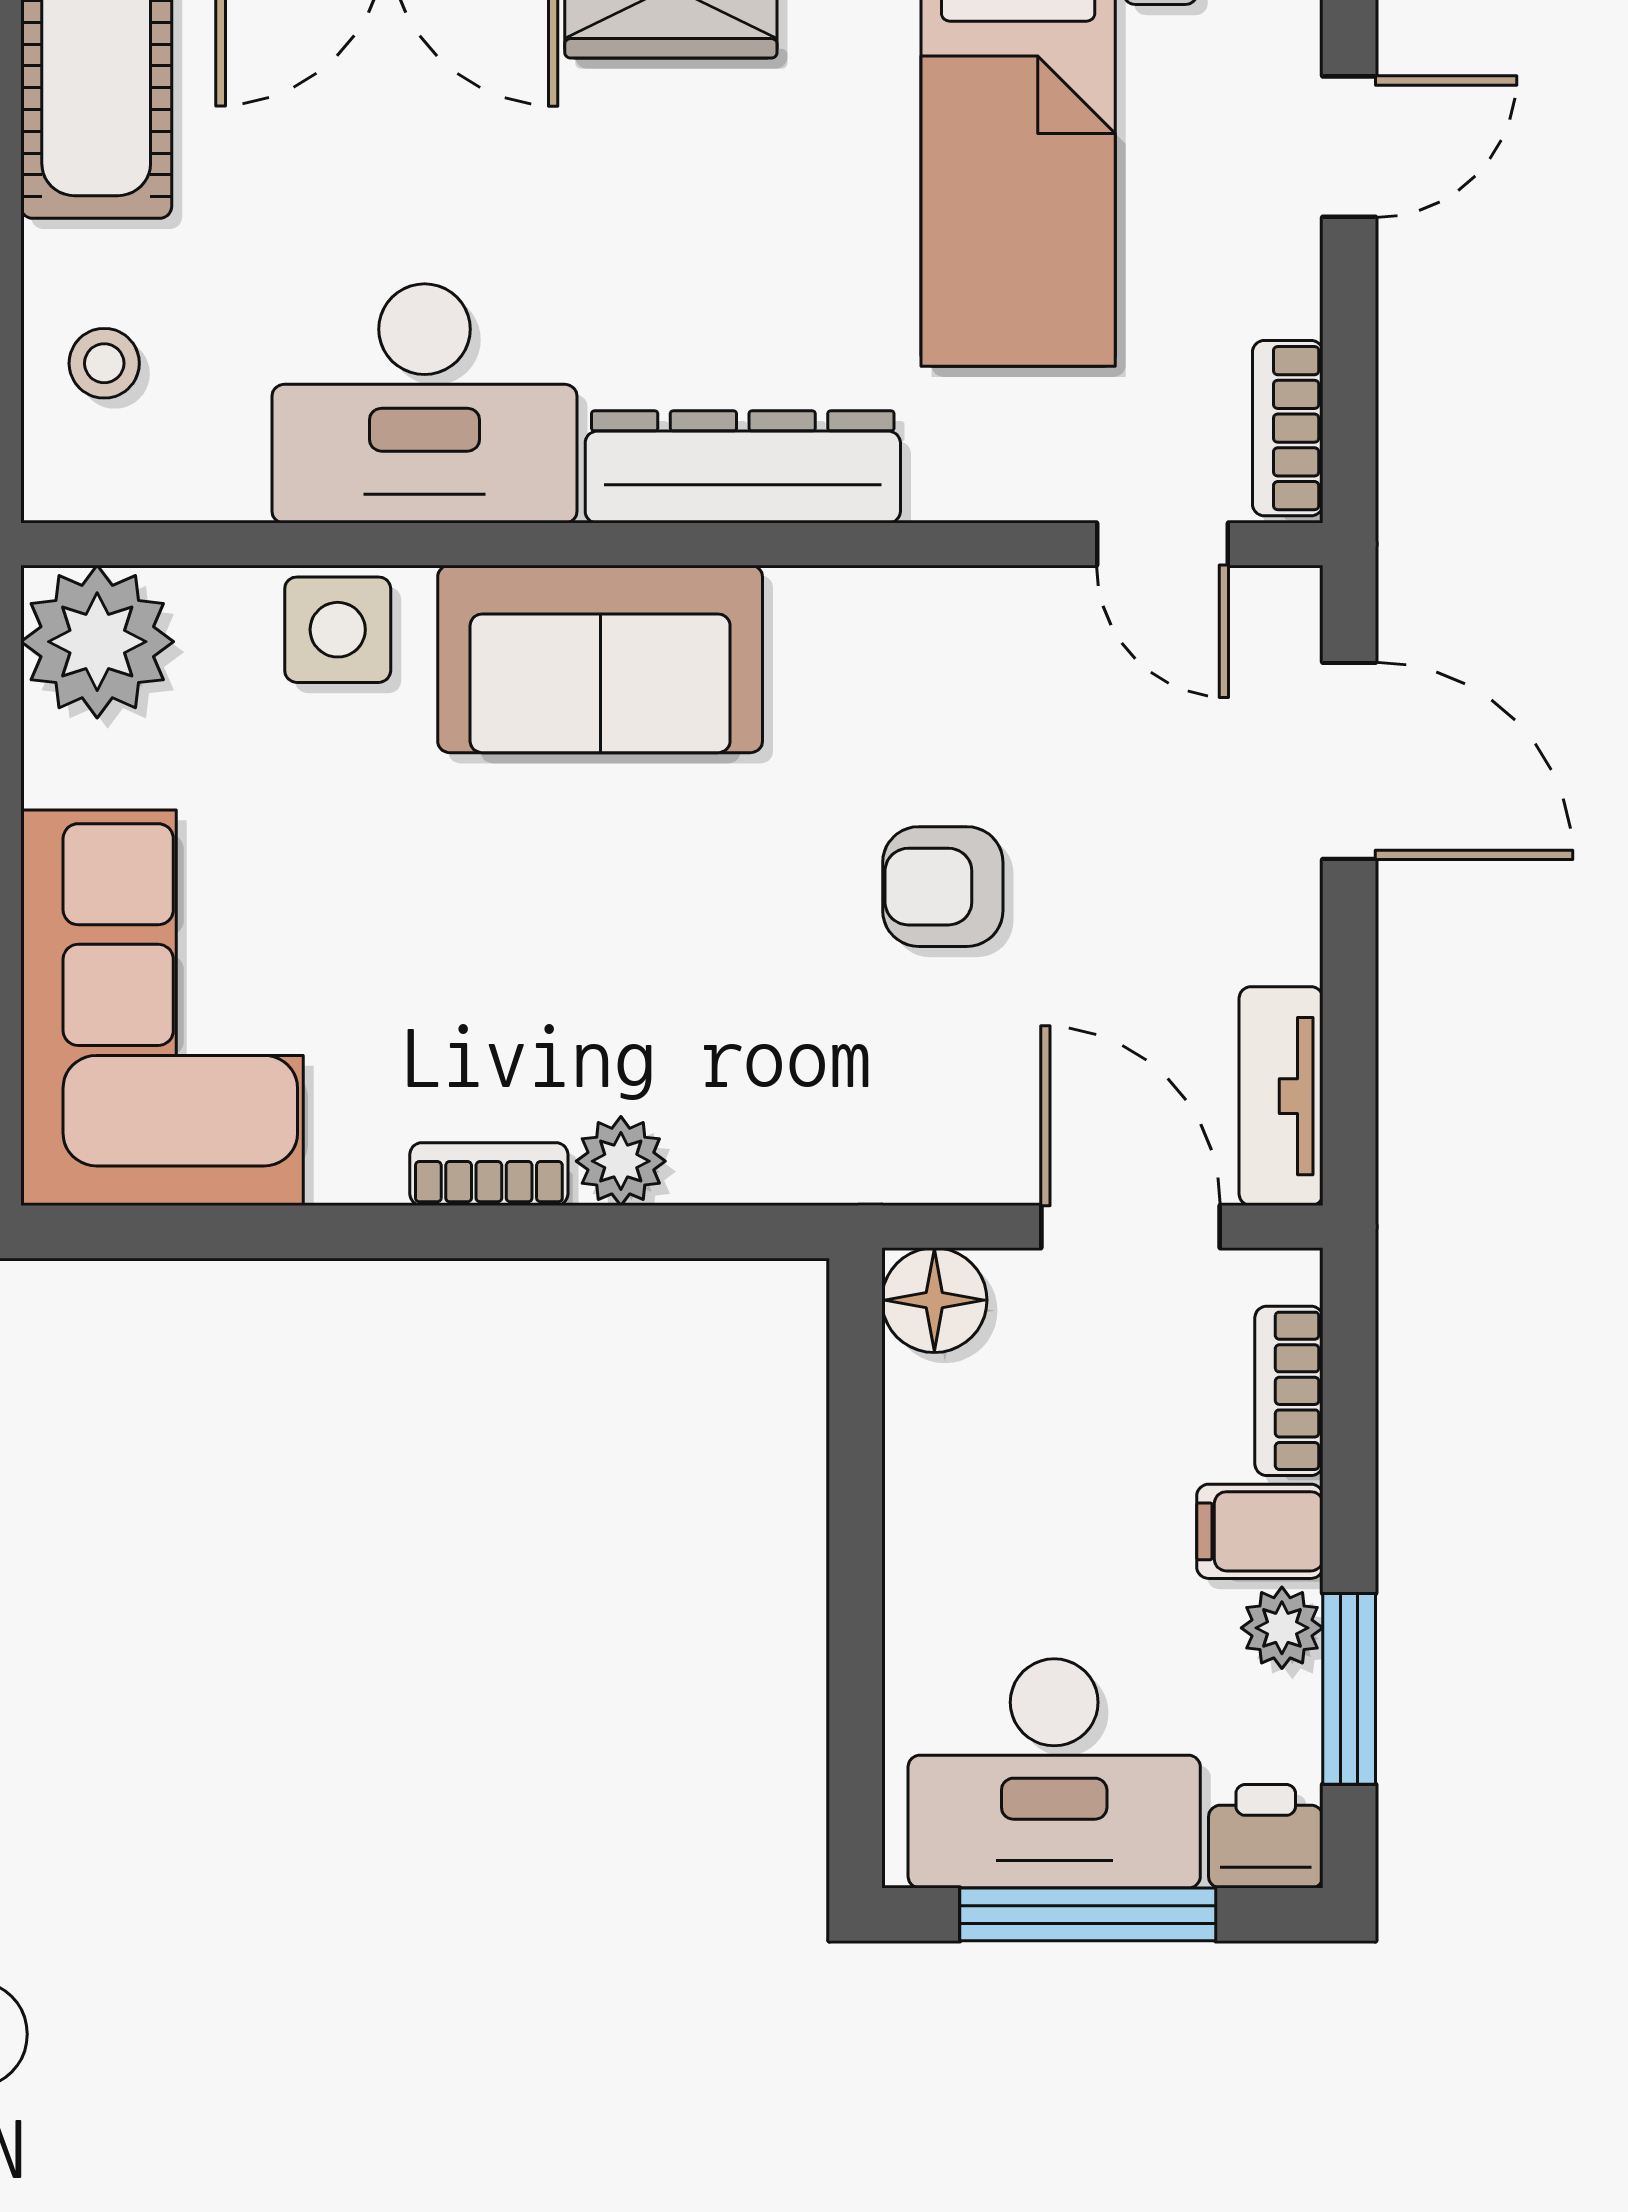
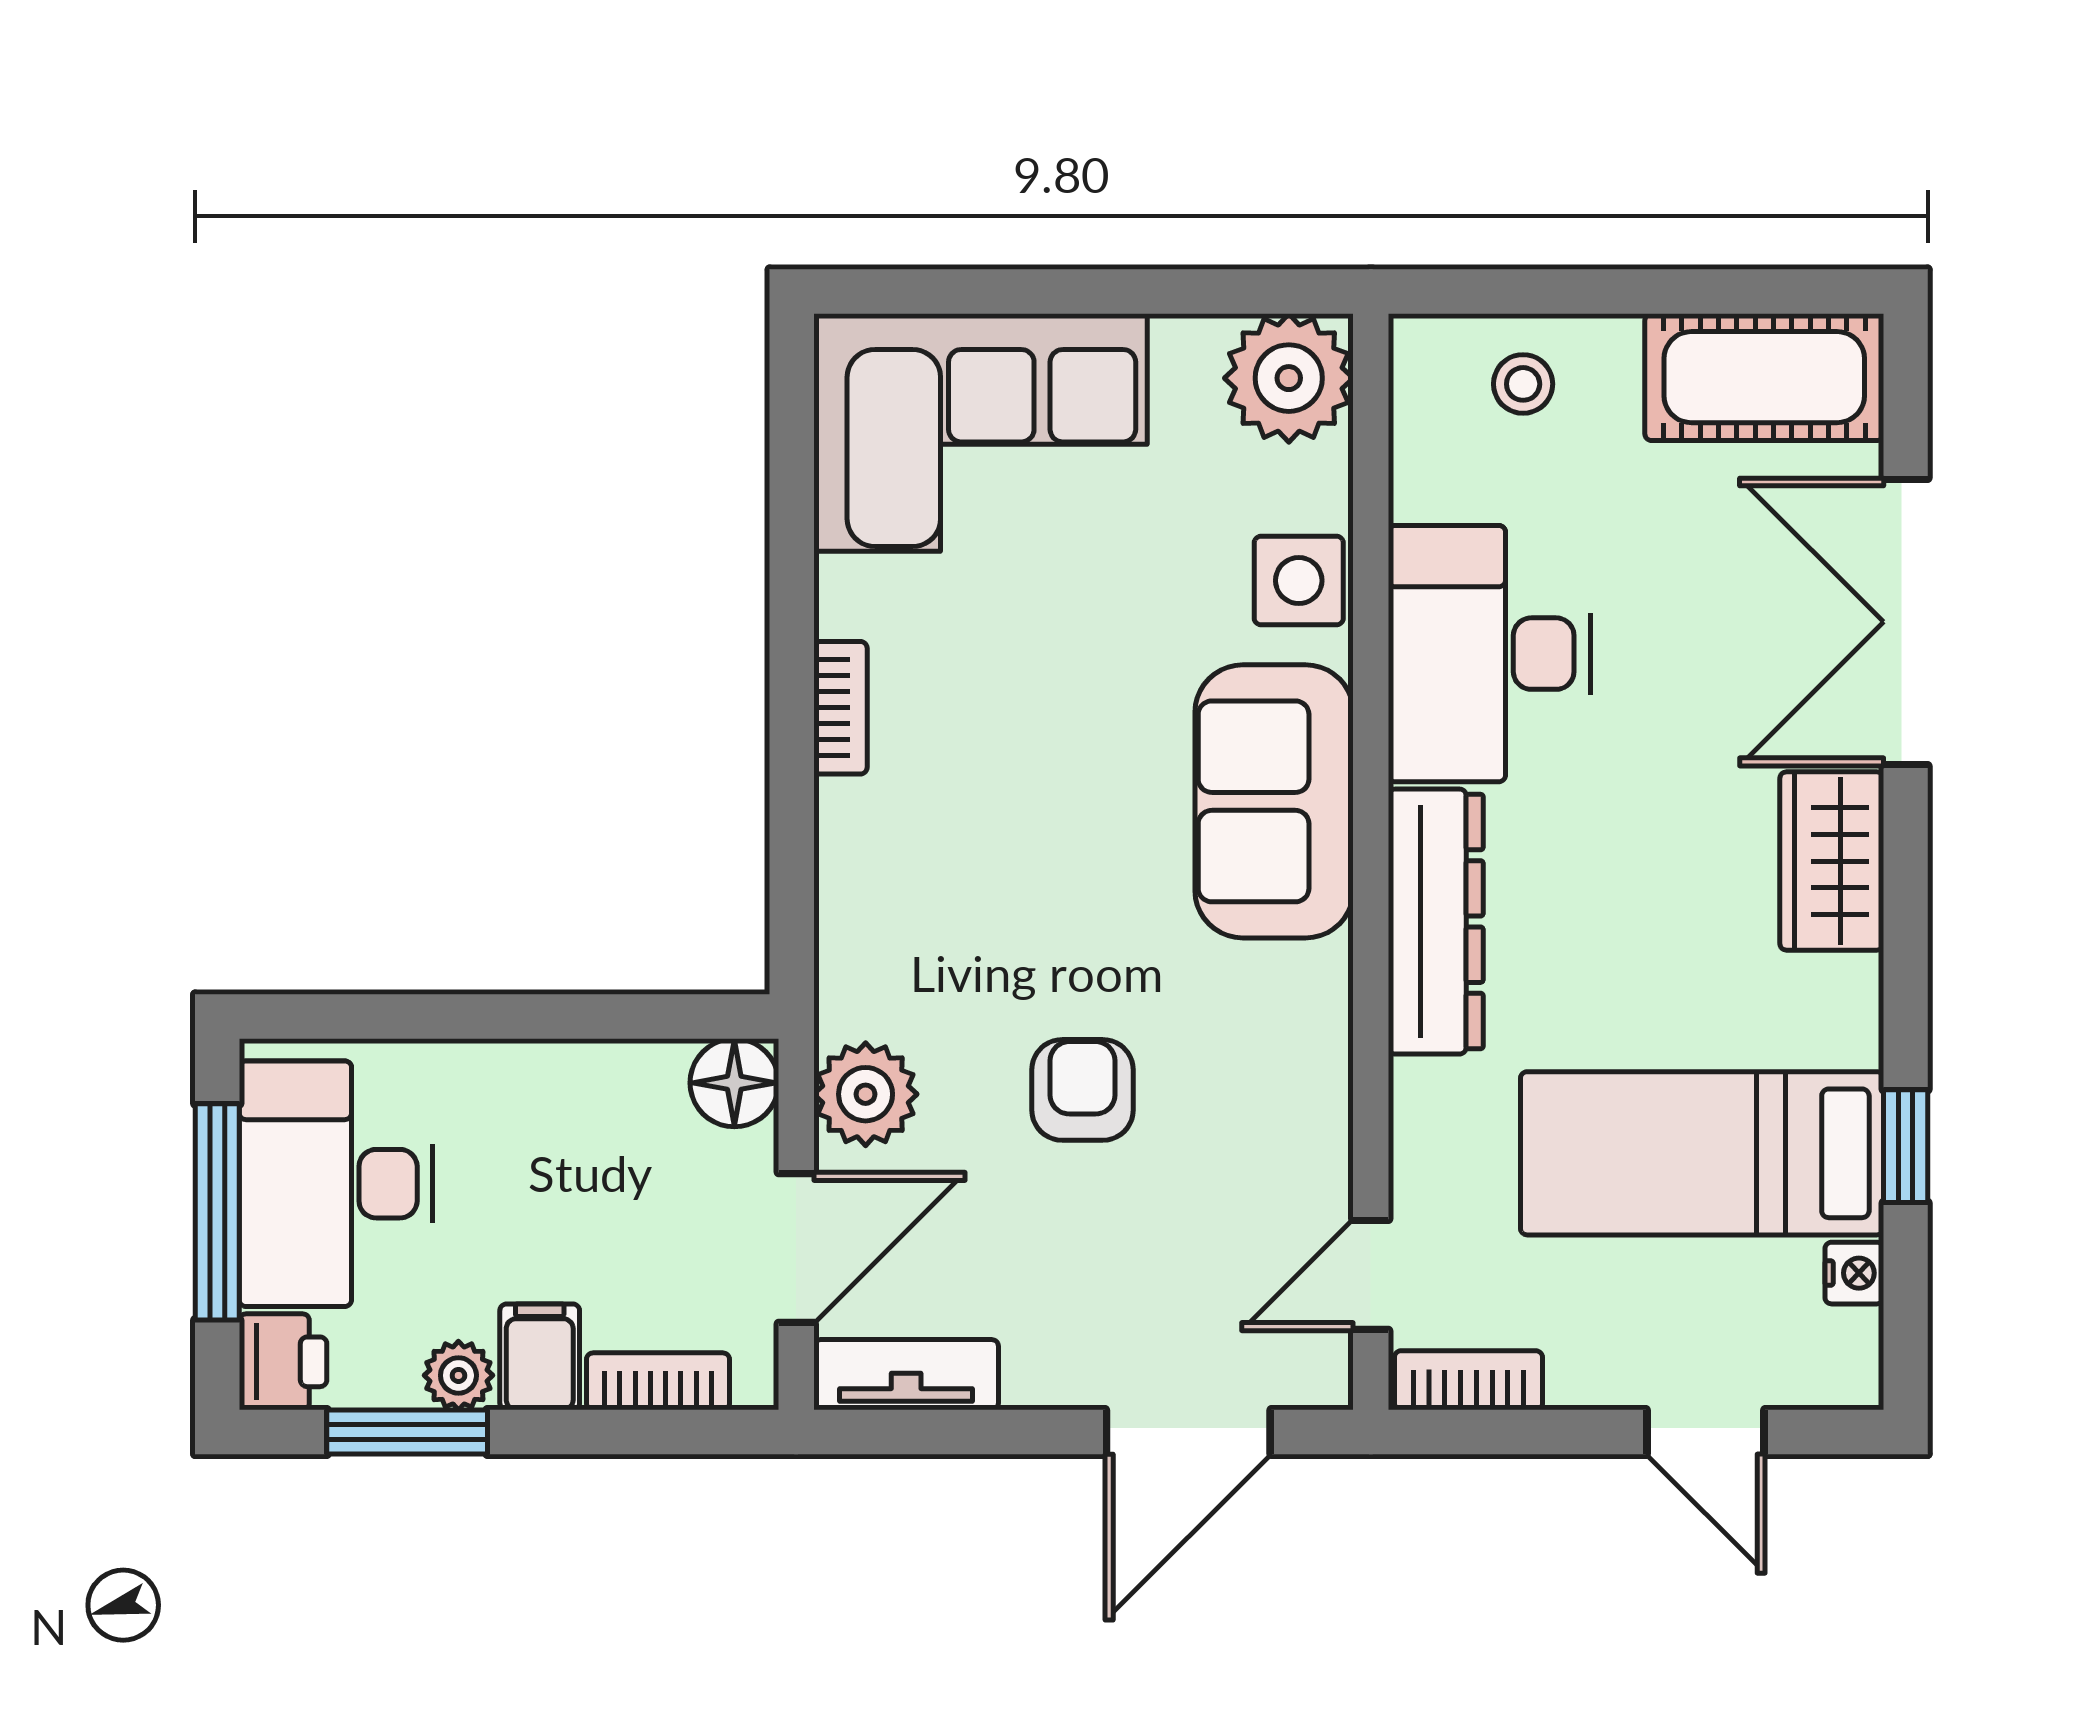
plant: (621, 1161) -> (866, 1094), moved, width x1.38, depth x1.38

